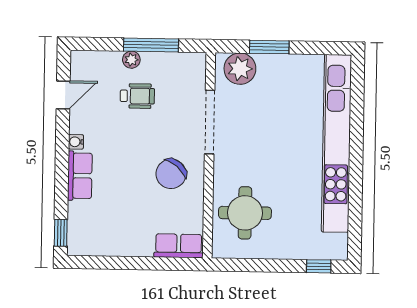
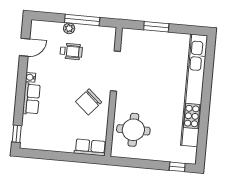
plant: (240, 69) -> (137, 39), removed

